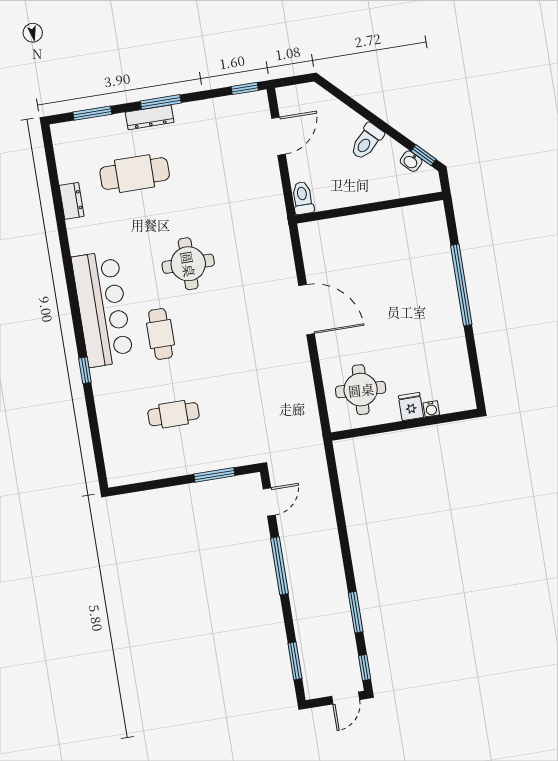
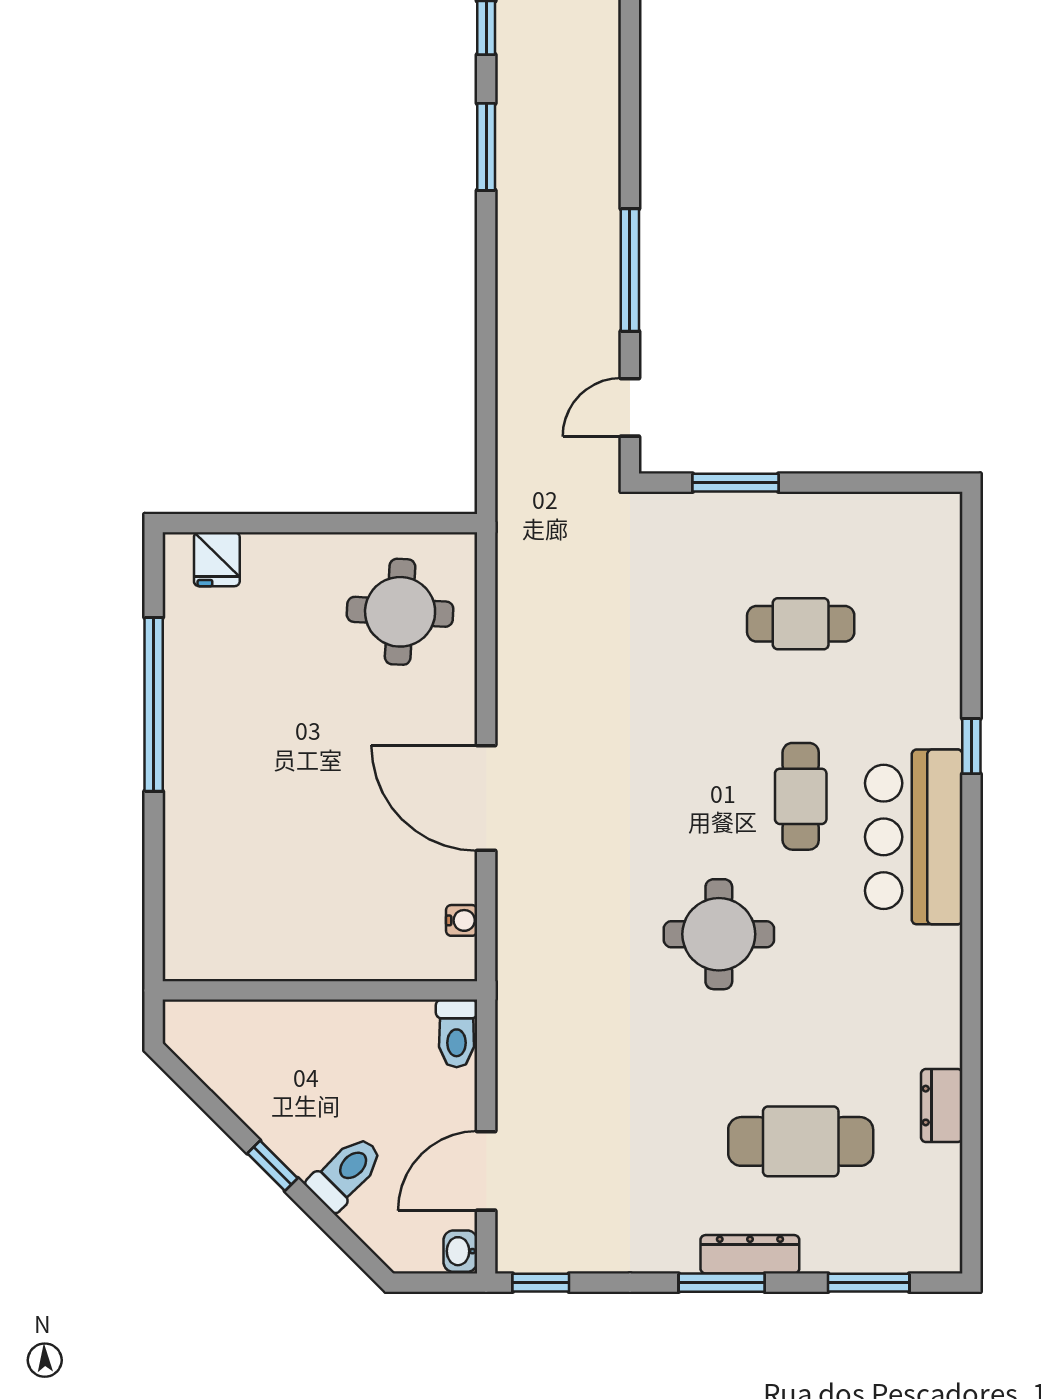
toilet: (367, 141) -> (346, 1173), moved
window: (423, 155) -> (272, 1166), moved
washbasin: (411, 161) -> (460, 1251), moved, turned -135
window: (461, 285) -> (154, 704), moved
bar counter: (102, 309) -> (914, 837), width x0.73
fridge: (411, 407) -> (217, 559), moved
water cooler: (431, 409) -> (462, 920), moved, turned 90
window: (295, 661) -> (630, 65), removed

